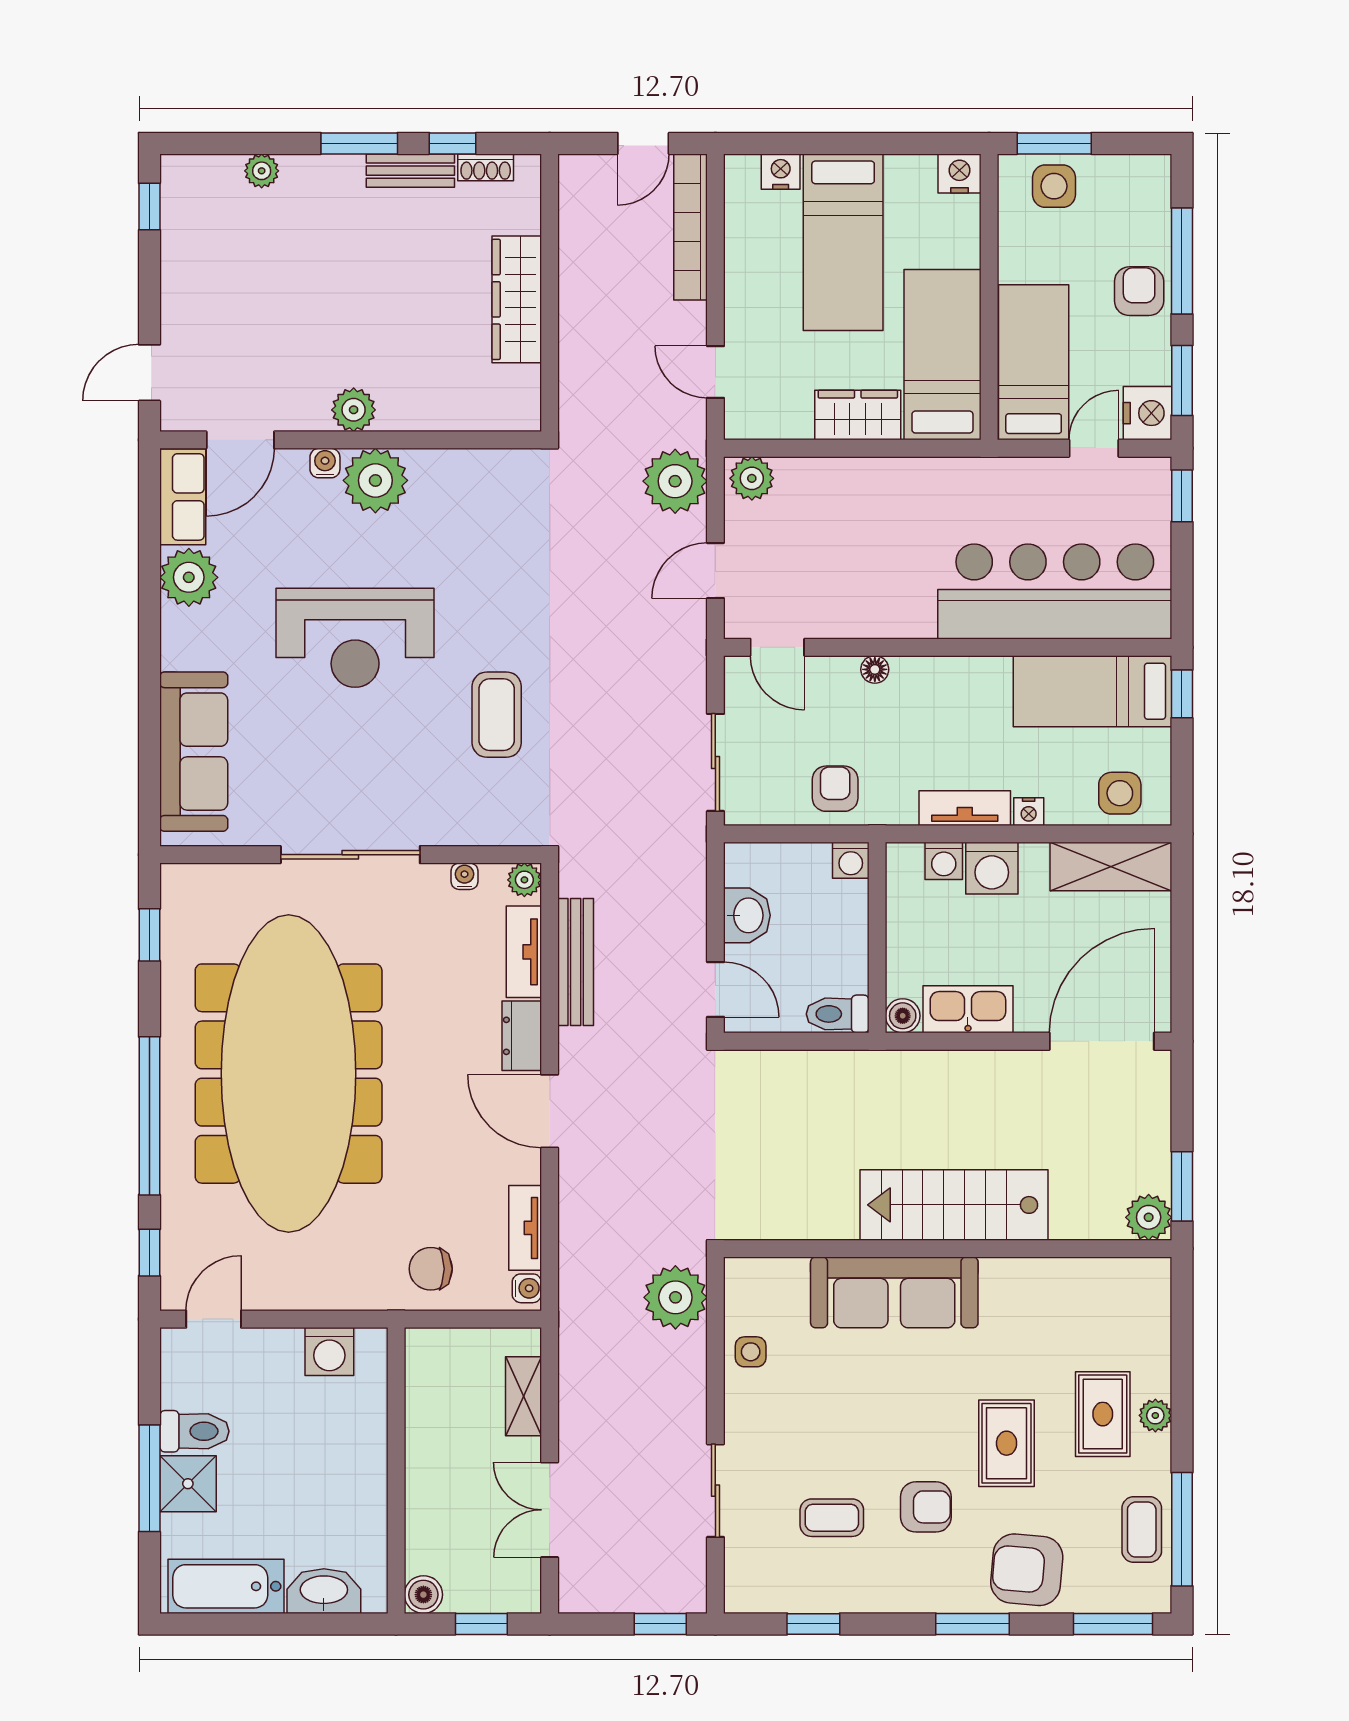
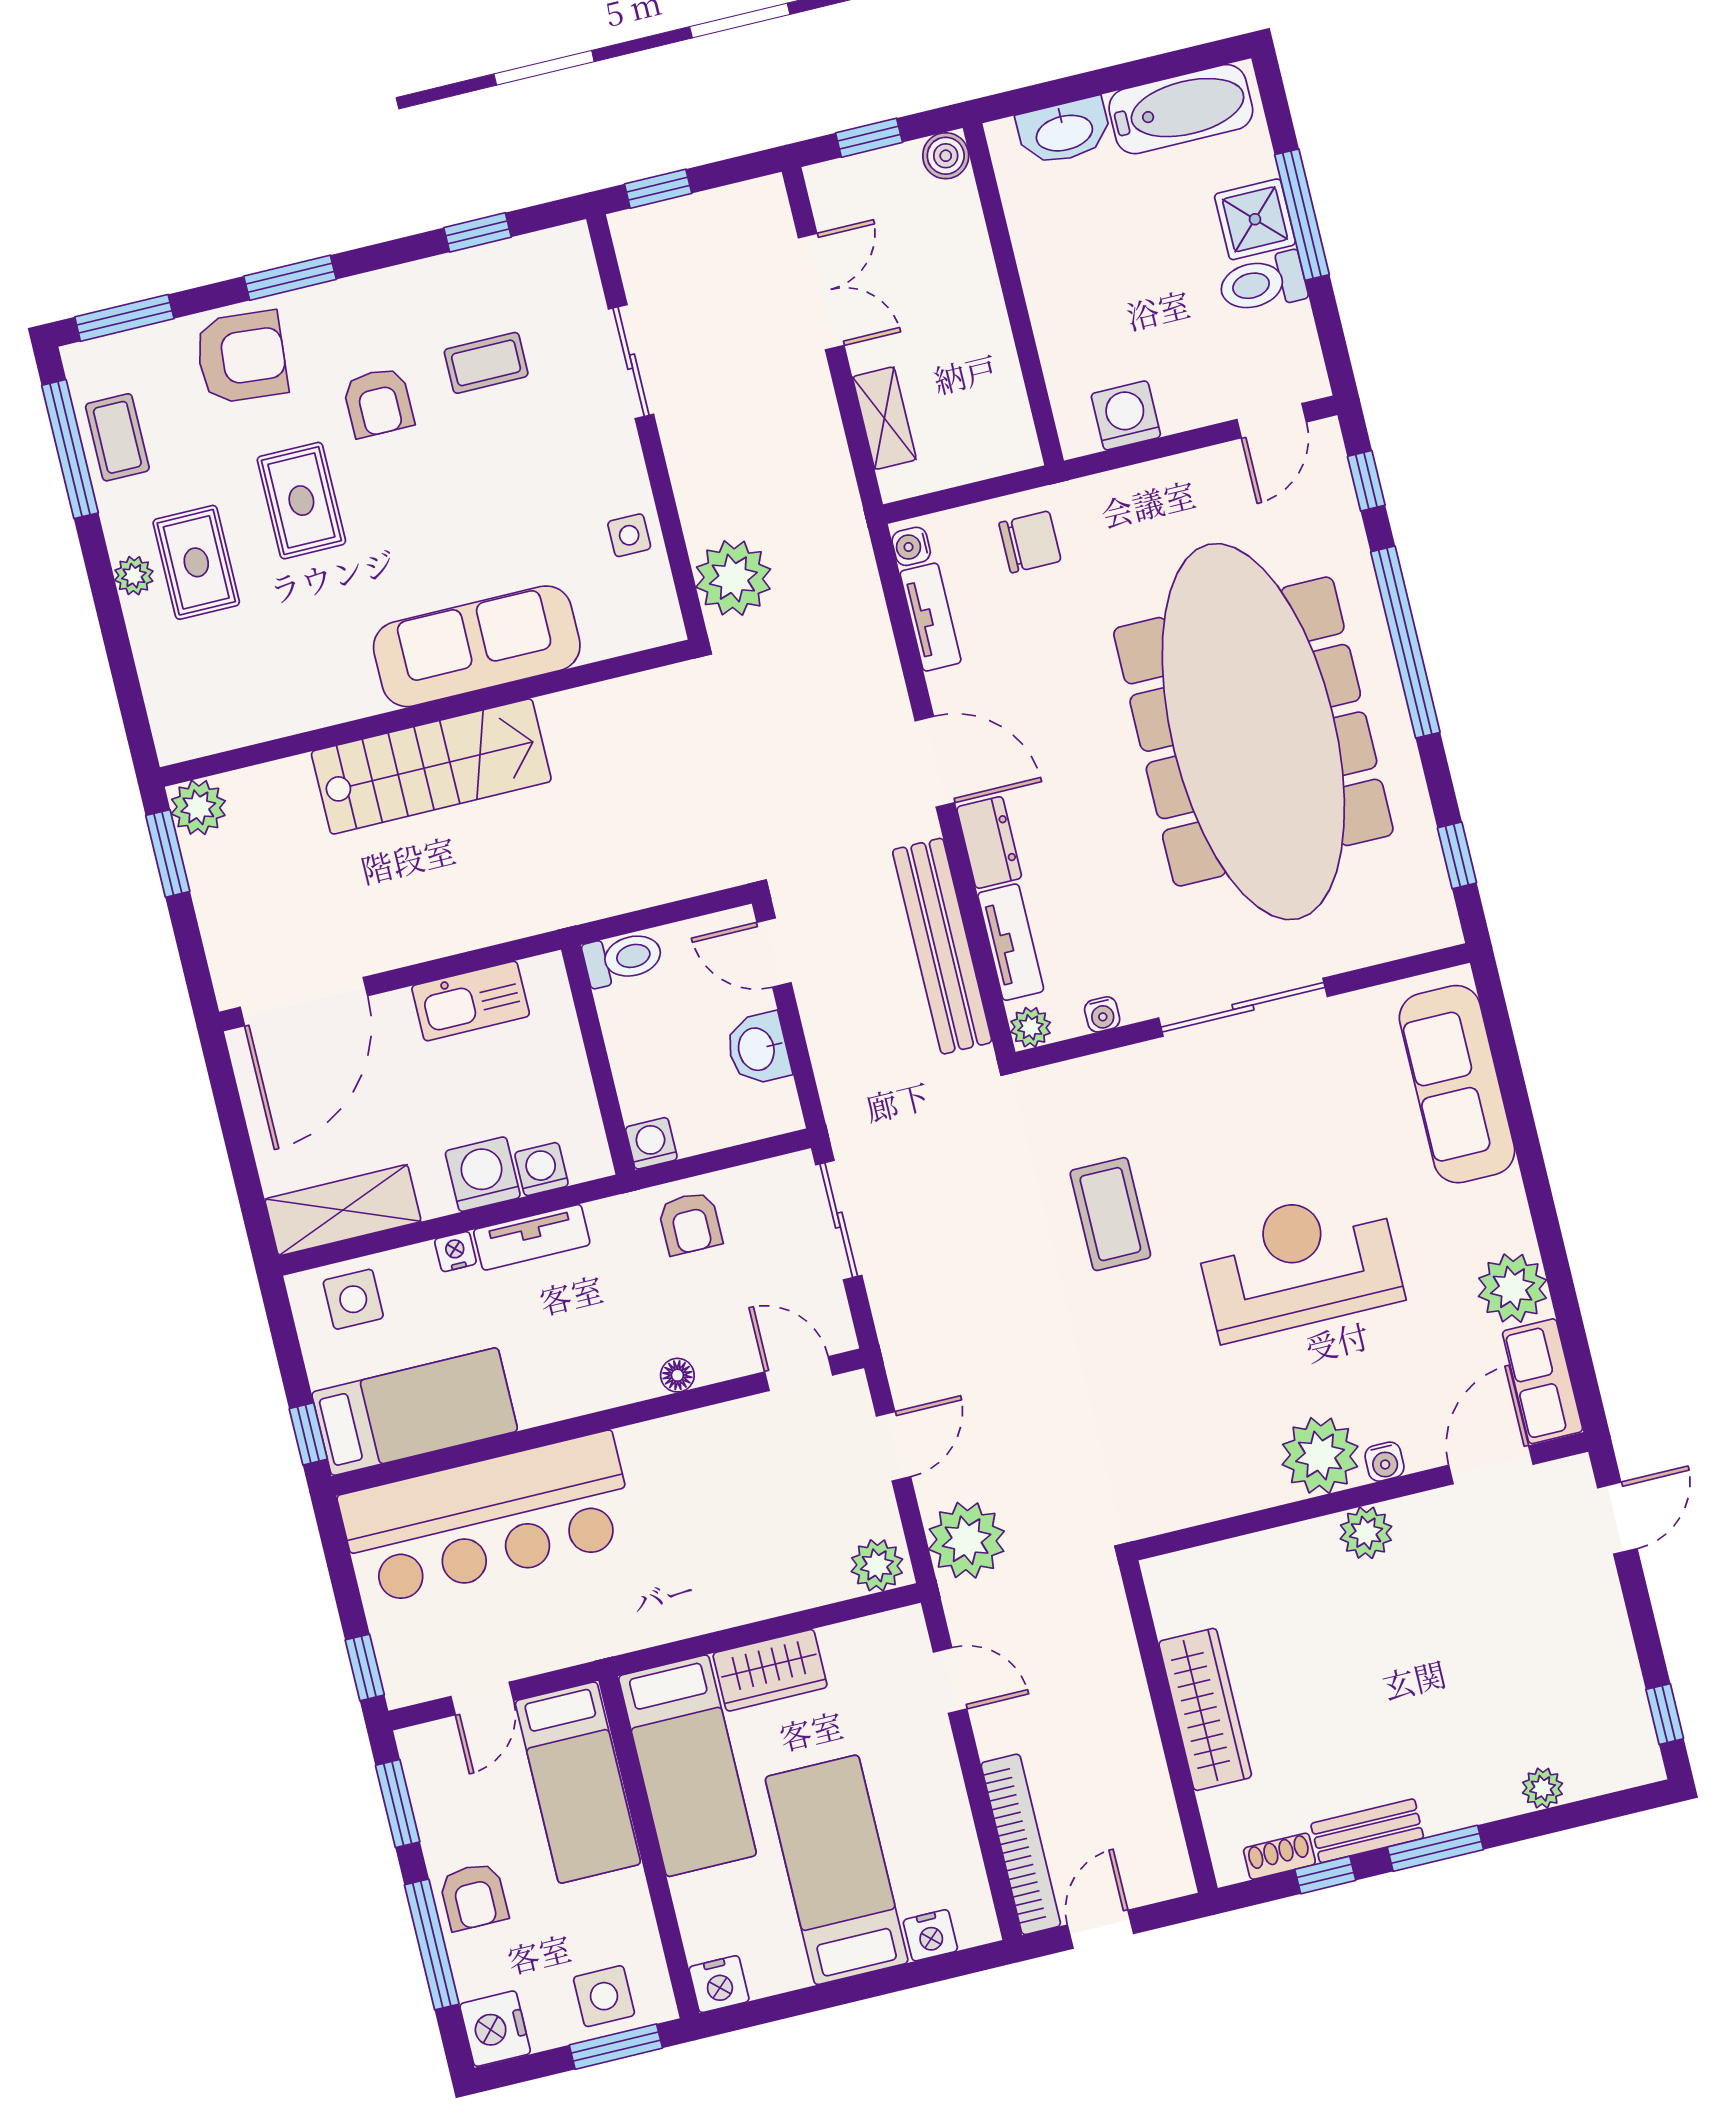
nightstand: (1148, 413) -> (495, 2029), moved
bench: (576, 962) -> (942, 946), width x1.37, depth x1.21
boiler: (903, 1016) -> (546, 975), removed
armchair: (926, 1507) -> (378, 402), turned -90

